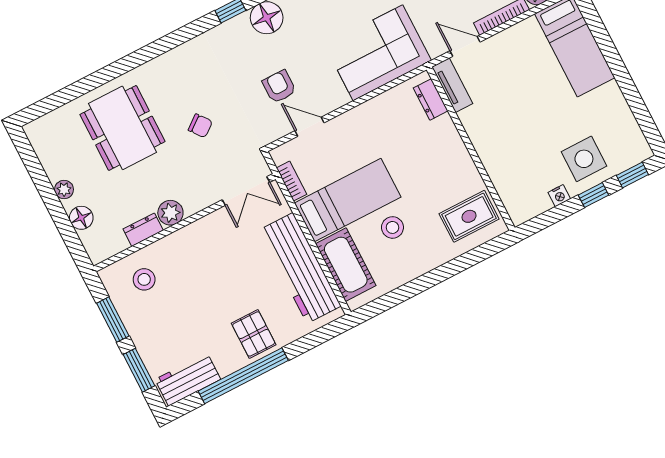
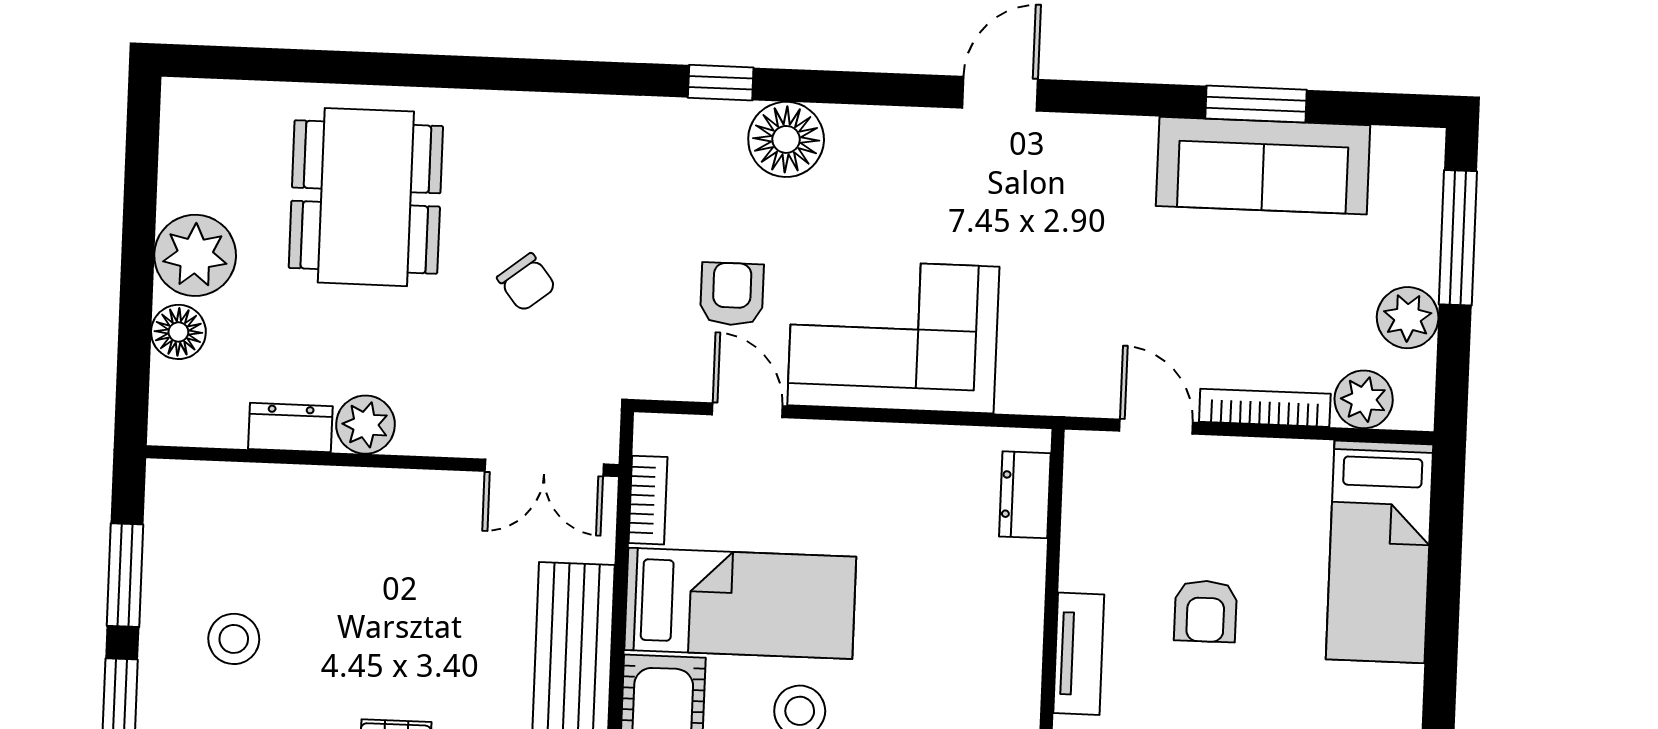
corner sofa: (378, 53) -> (893, 336), moved
tv unit: (452, 85) -> (1079, 654), moved
armchair: (522, 105) -> (1206, 611), added
plant: (64, 190) -> (195, 255), width x1.87, depth x1.87
stool: (144, 279) -> (234, 639), moved

